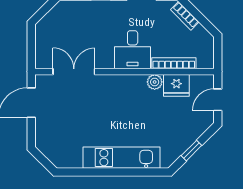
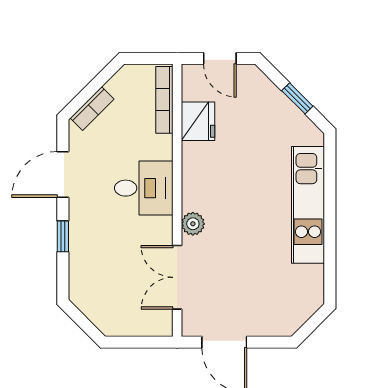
bookcase: (174, 63) -> (164, 100), moved
plant: (155, 82) -> (193, 224), moved

